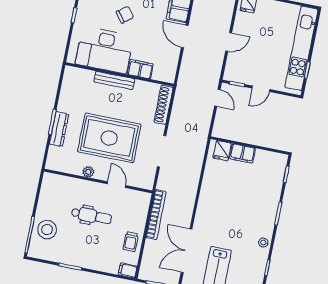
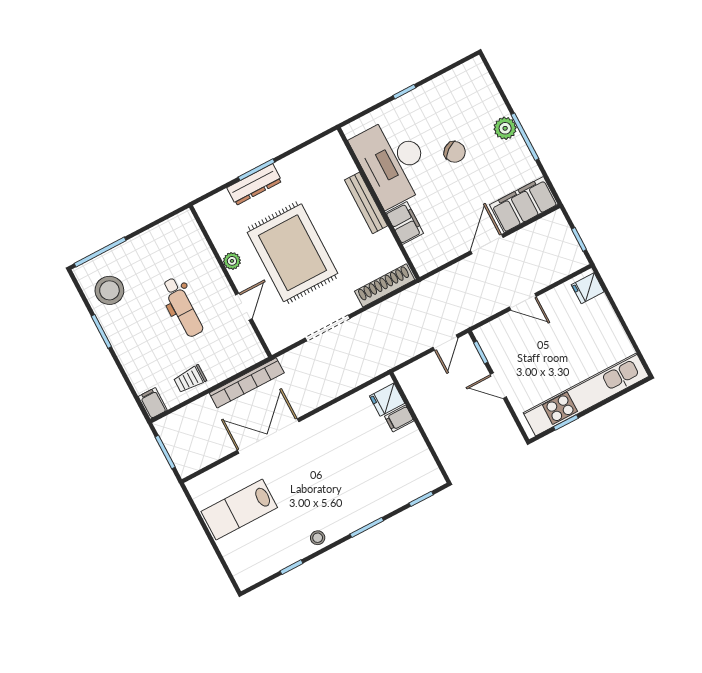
filing cabinet: (242, 153) -> (399, 419), width x0.50
stool: (47, 230) -> (109, 290), moved
double door: (187, 251) -> (268, 436), moved

